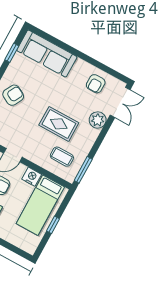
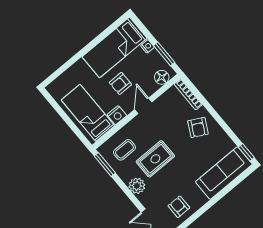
window: (12, 53) -> (246, 152), moved
plant: (98, 120) -> (137, 186), moved
window: (53, 225) -> (65, 117), removed

